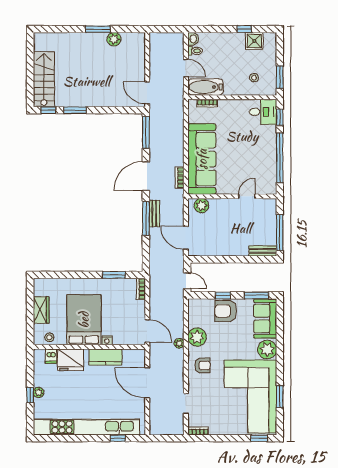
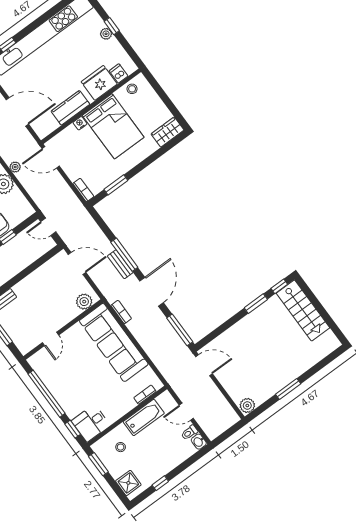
plant: (114, 39) -> (247, 405), moved
shower: (254, 41) -> (128, 483), moved
bathtub: (205, 87) -> (144, 417), moved
wardrobe: (41, 310) -> (167, 132), moved, turned 90

